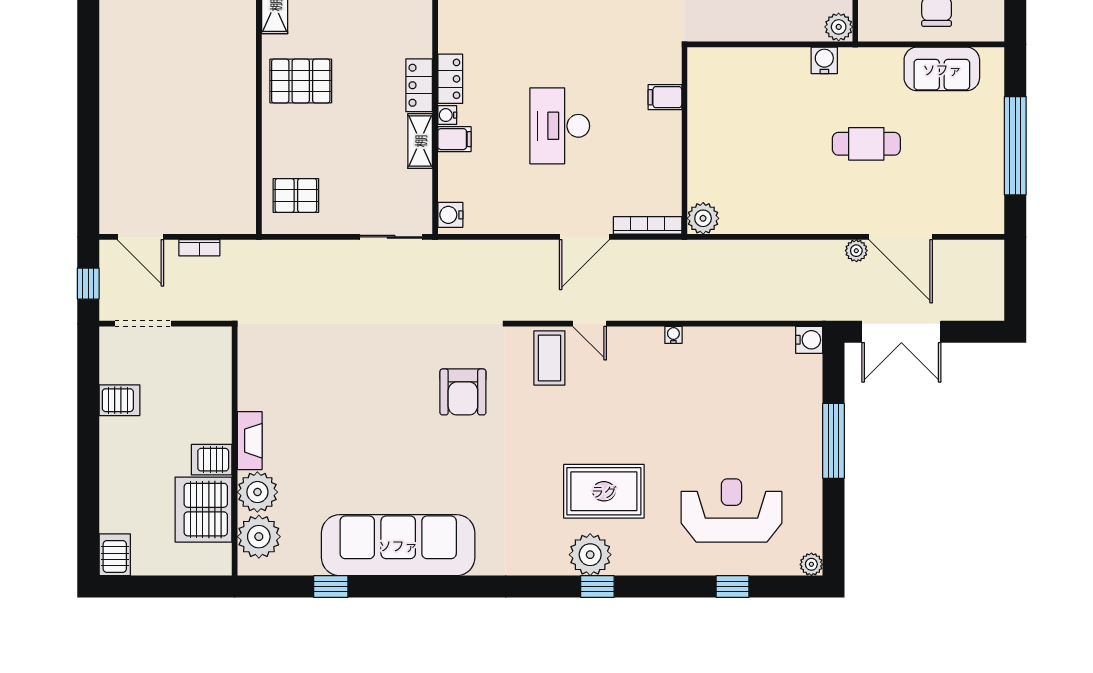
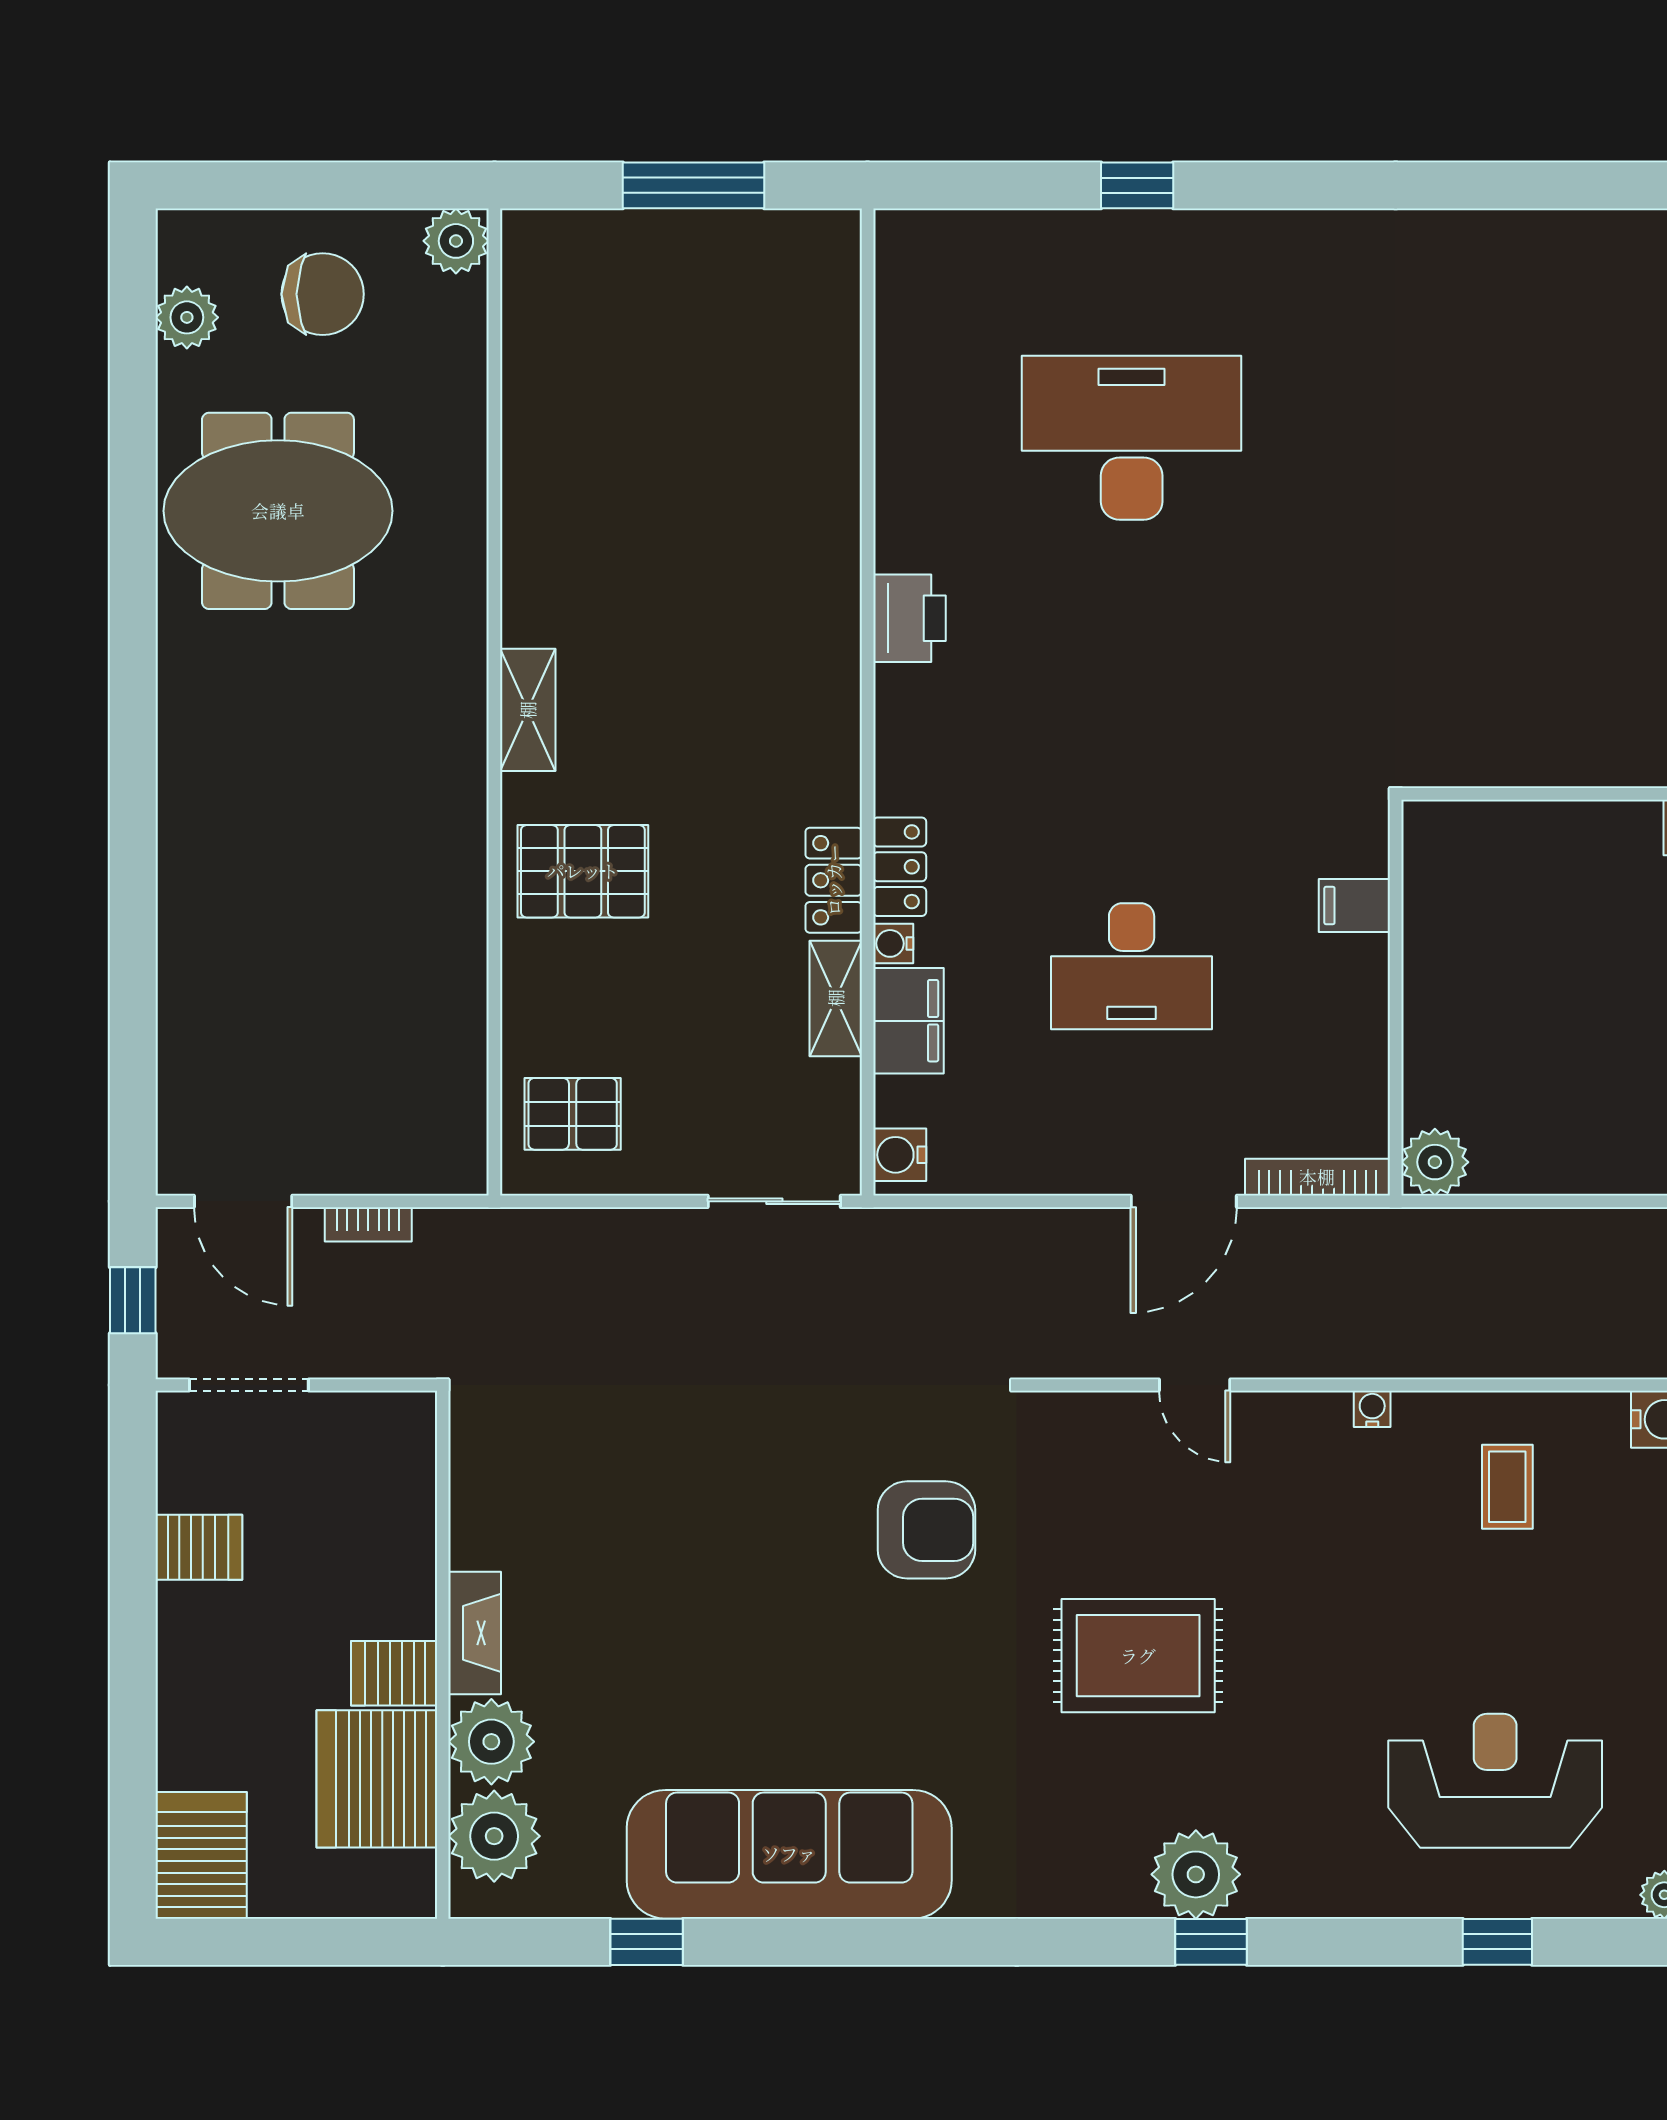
desk: (560, 126) -> (1132, 966), turned -90
filing cabinet: (454, 139) -> (908, 1021), width x2.00
coffee table: (549, 358) -> (1507, 1487), moved, width x0.73, depth x0.77
armchair: (463, 392) -> (926, 1530), turned -90
rug: (604, 491) -> (1138, 1656), moved
server rack: (115, 555) -> (201, 1855), width x1.36, depth x1.44

